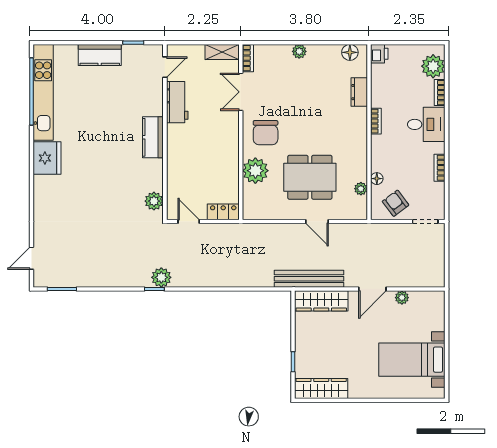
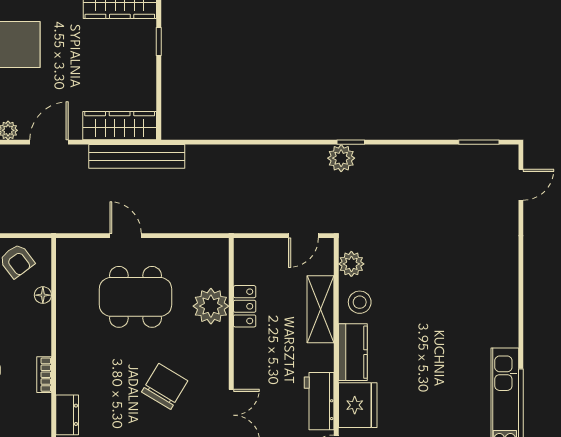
chair: (266, 133) -> (165, 386), moved, turned 31
fridge: (47, 158) -> (358, 405), moved, turned 180
shelving: (176, 168) -> (321, 309), added
stool: (148, 173) -> (360, 302), added
plant: (361, 189) -> (65, 281), removed
locker: (223, 212) -> (245, 306), moved, turned -90
door: (189, 222) -> (303, 236), hinge flipped

